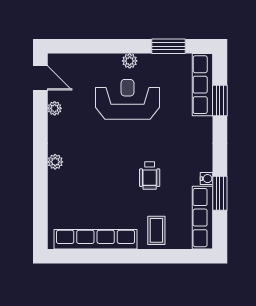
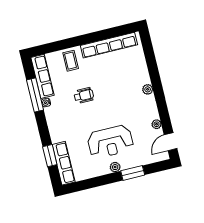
window: (169, 46) -> (133, 173), moved
door: (40, 78) -> (171, 142), hinge flipped
wheelchair: (150, 175) -> (84, 95), turned 90
window: (220, 193) -> (35, 95), width x1.44

